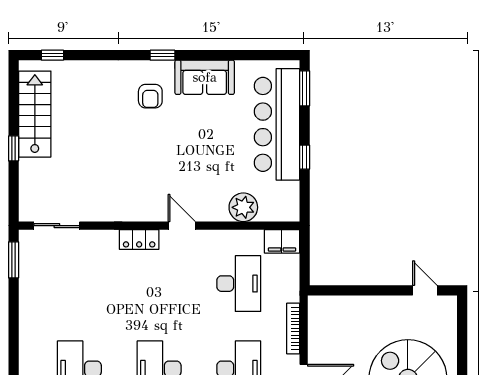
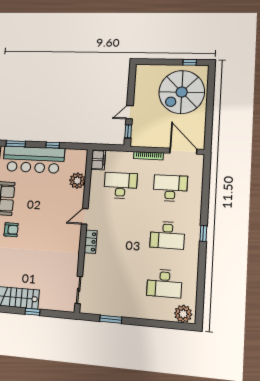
window: (14, 260) -> (111, 319), moved
window: (335, 290) -> (128, 131), added
door: (425, 290) -> (130, 112), moved

